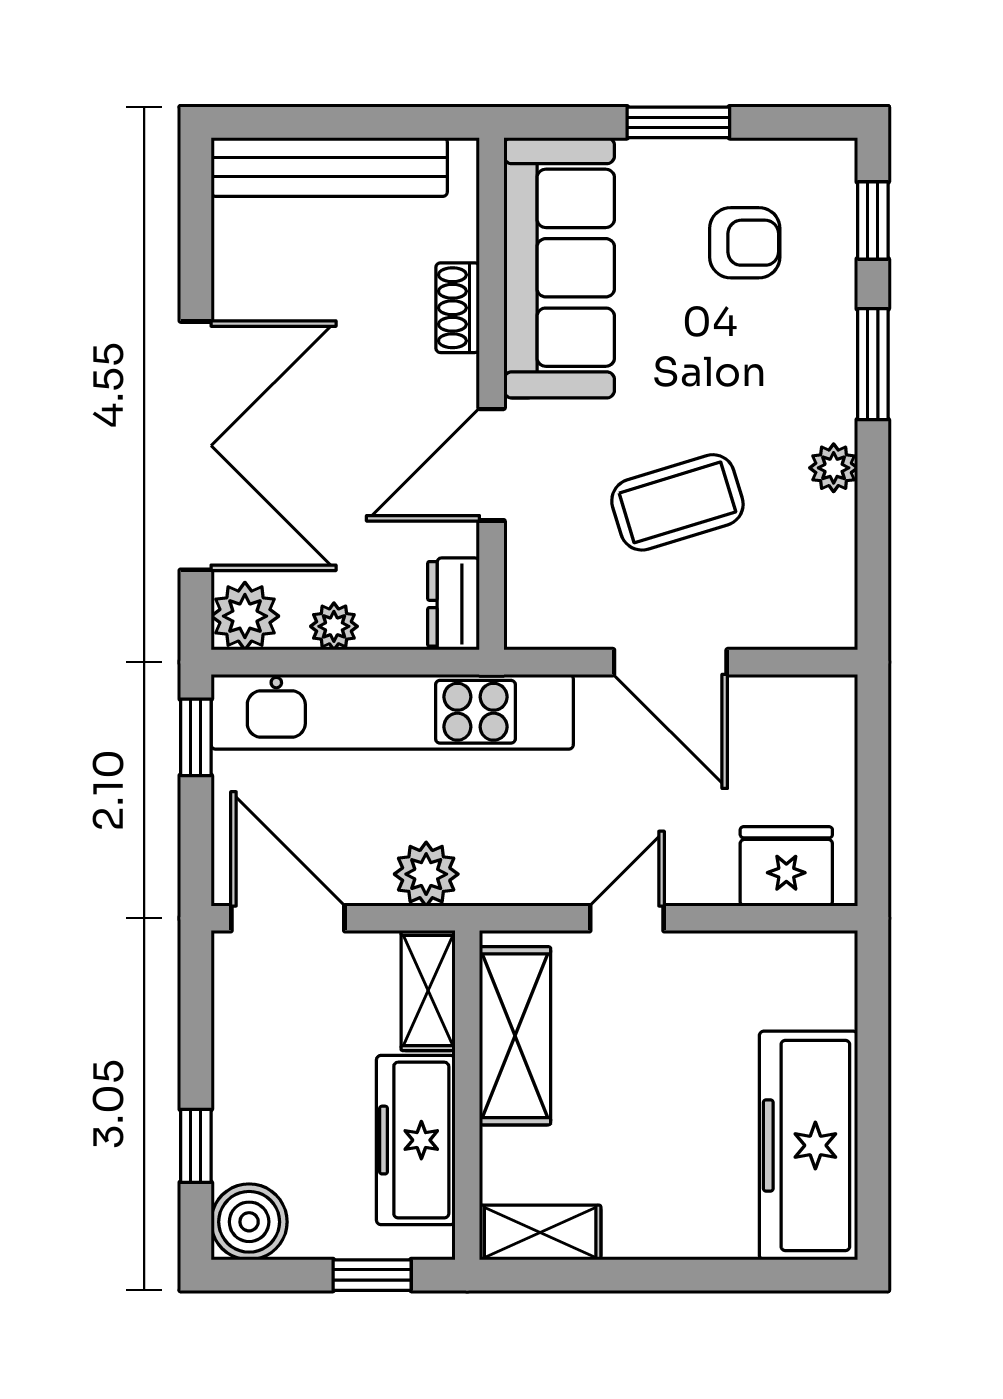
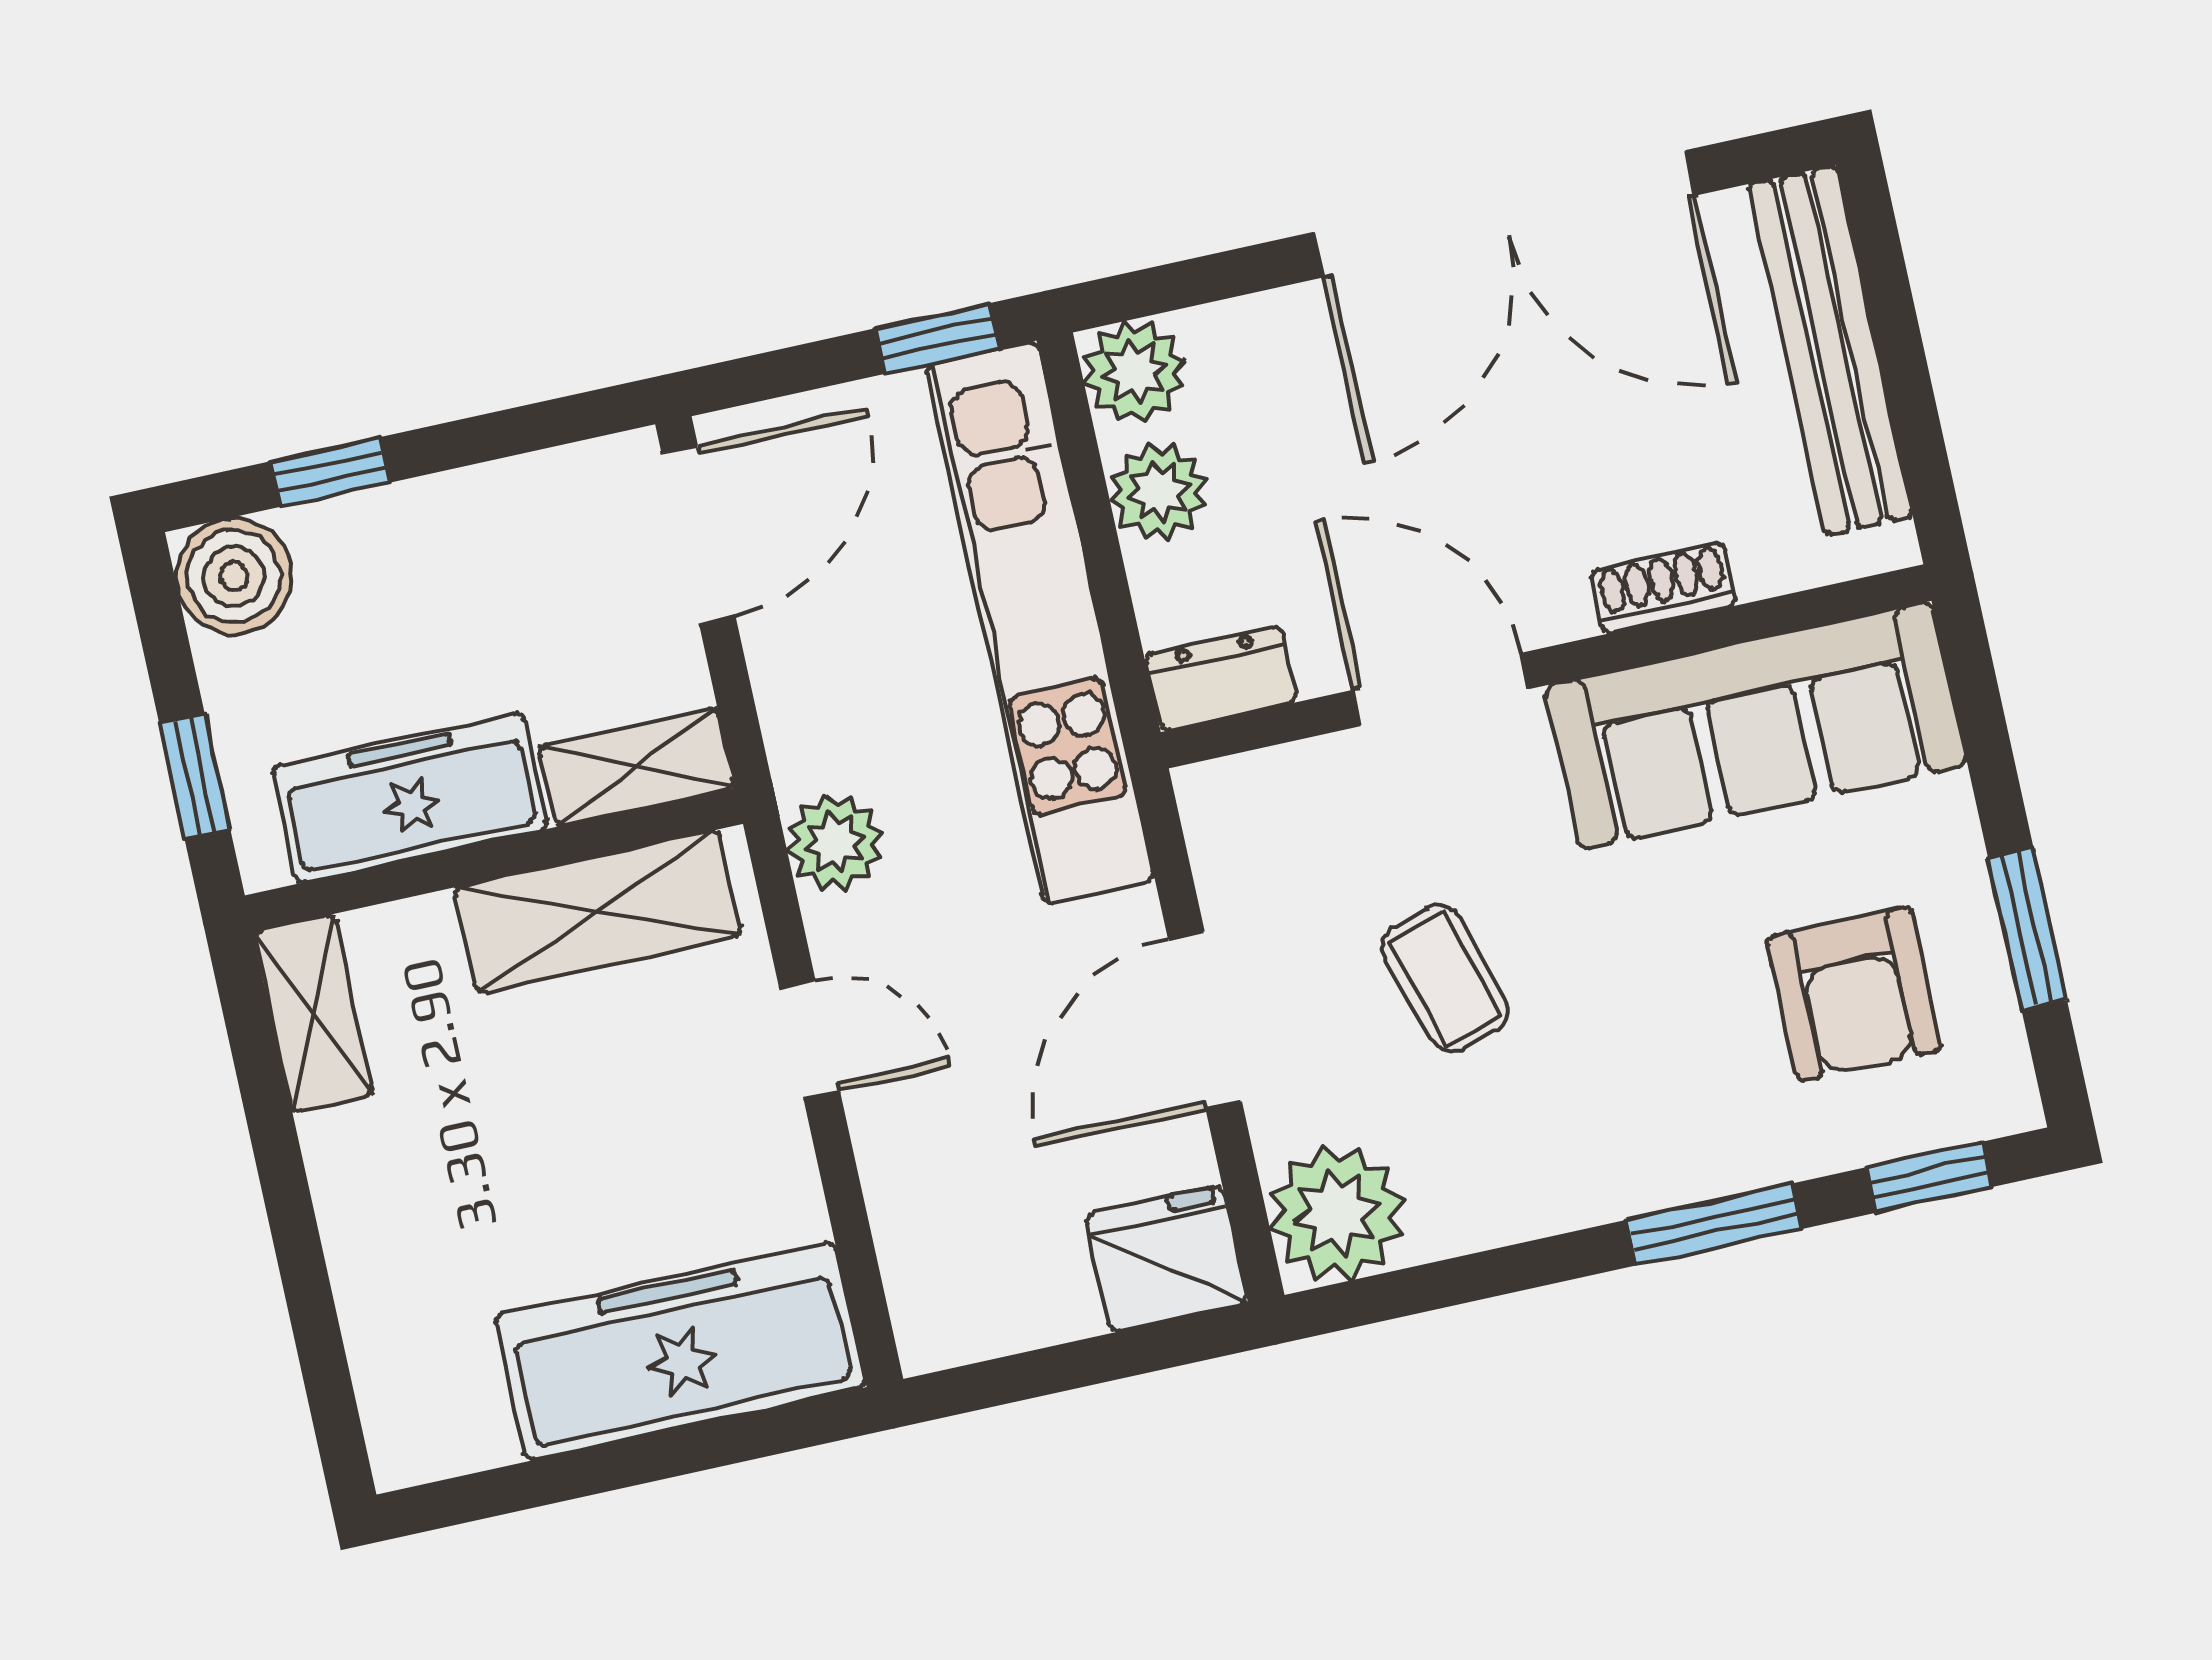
window: (678, 122) -> (2028, 929), moved
armchair: (745, 243) -> (1854, 994), width x1.38, depth x1.38
double door: (196, 446) -> (1504, 214), moved
plant: (834, 468) -> (1337, 1213), moved, width x1.88, depth x1.88
coffee table: (677, 502) -> (1445, 979), width x0.73, depth x0.77
plant: (334, 626) -> (1158, 492), width x1.38, depth x1.38
fridge: (786, 866) -> (1167, 1259), moved, turned -90
plant: (426, 874) -> (835, 843), moved
freezer: (808, 1145) -> (680, 1351), moved

